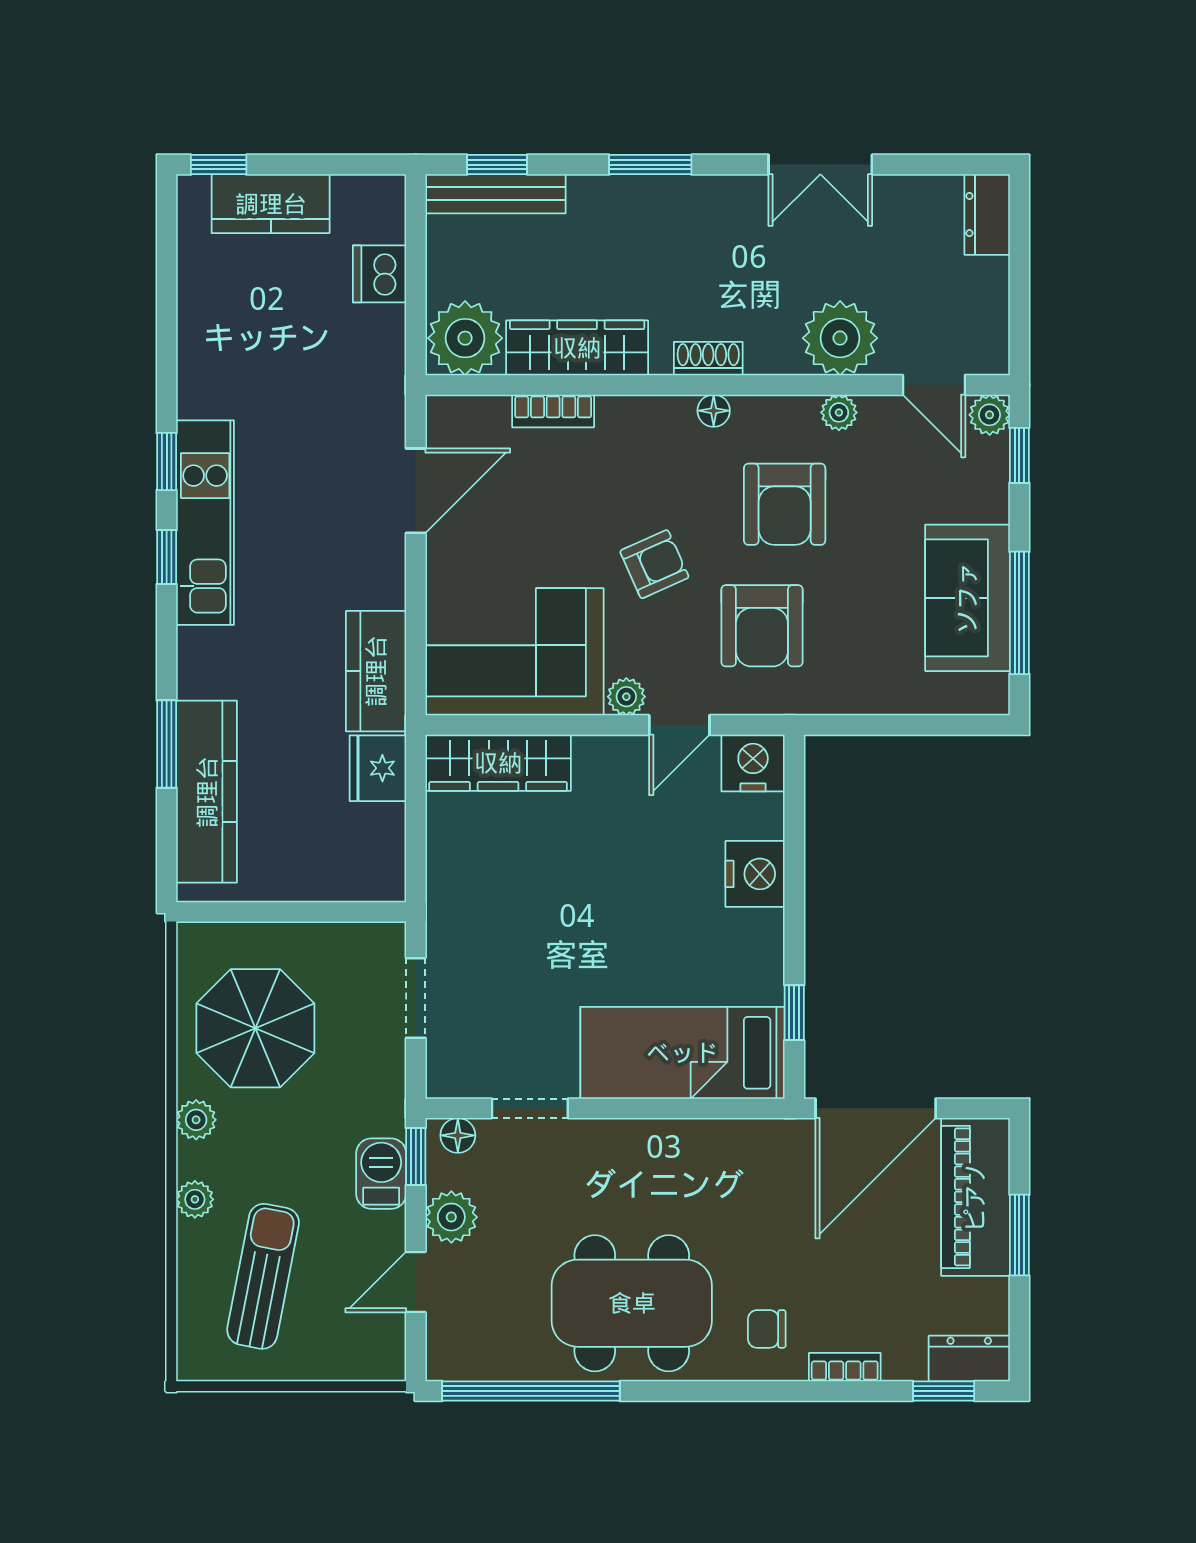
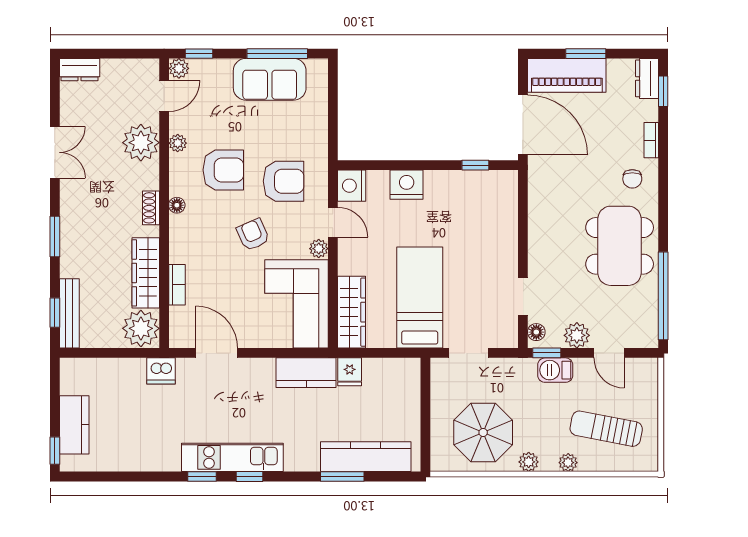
dishwasher: (380, 274) -> (161, 371), moved
fridge: (378, 768) -> (350, 372), width x0.72
bed: (682, 1053) -> (420, 298), moved, turned 180

